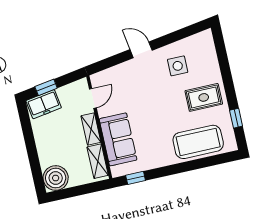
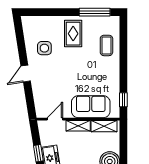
door: (93, 98) -> (55, 119), hinge flipped
window: (236, 118) -> (95, 12), width x2.17
coffee table: (198, 142) -> (106, 45), width x0.54, depth x0.58

